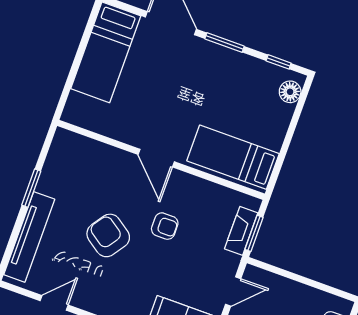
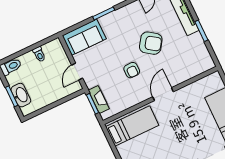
door: (156, 158) -> (163, 94), hinge flipped
armchair: (165, 226) -> (132, 70), turned -90

